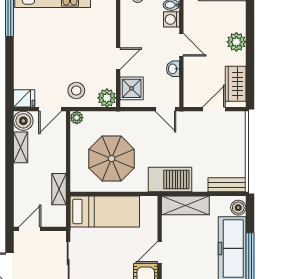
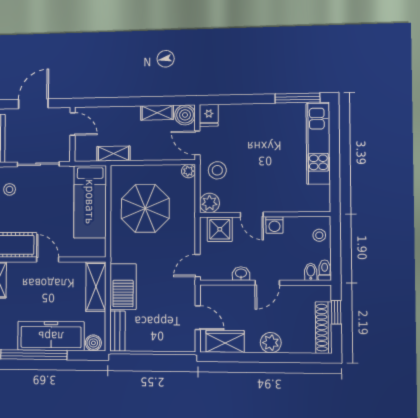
washing machine: (172, 19) -> (274, 225), moved, turned 180
barbecue: (170, 180) -> (123, 287), moved

